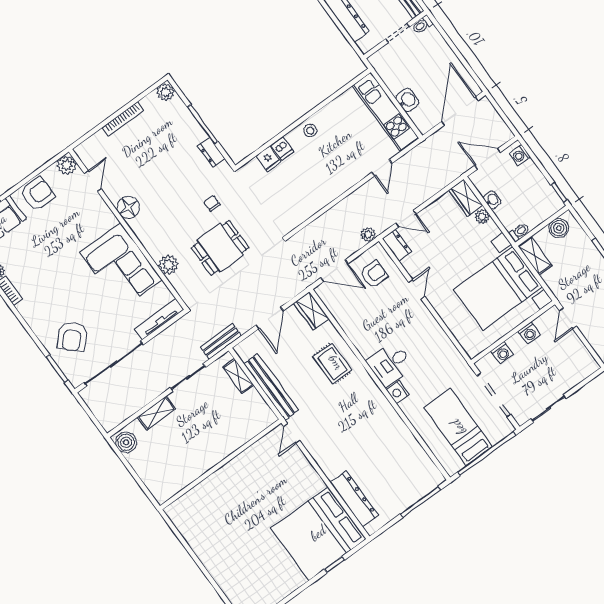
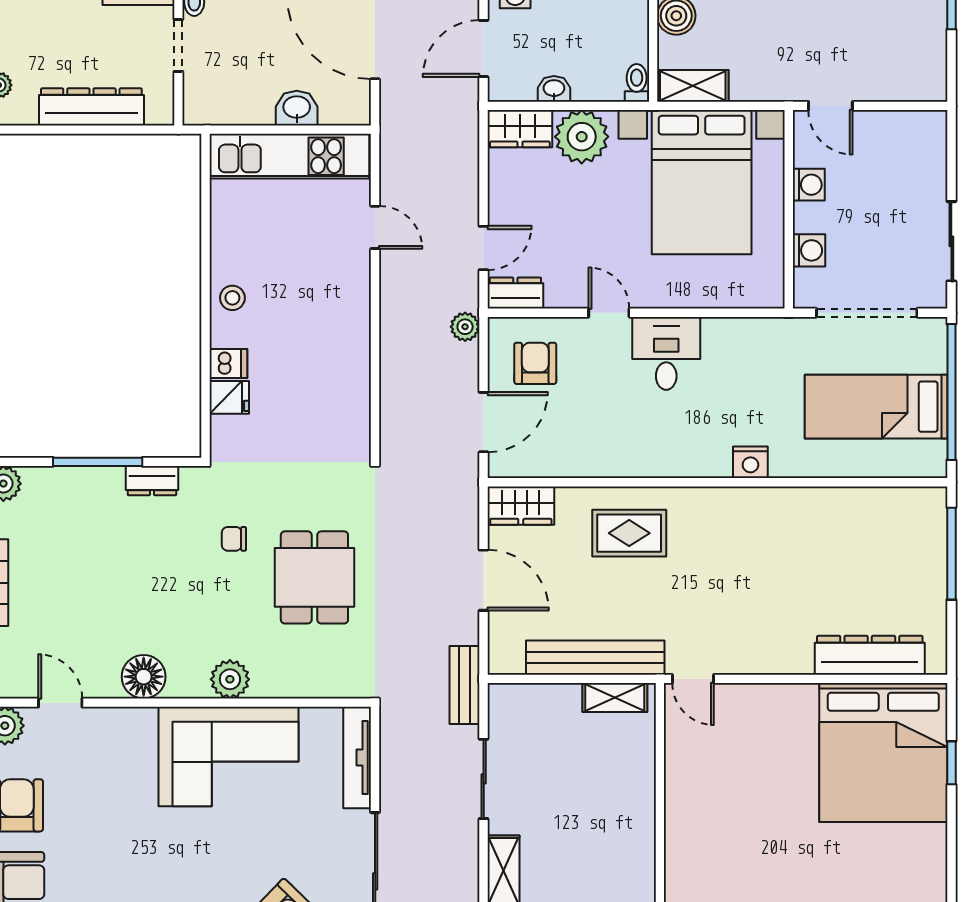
plant: (482, 217) -> (582, 137), width x1.88, depth x1.88
plant: (169, 265) -> (230, 679), moved
desk: (390, 364) -> (666, 353), moved, turned 180
shelving: (238, 376) -> (615, 697), moved

